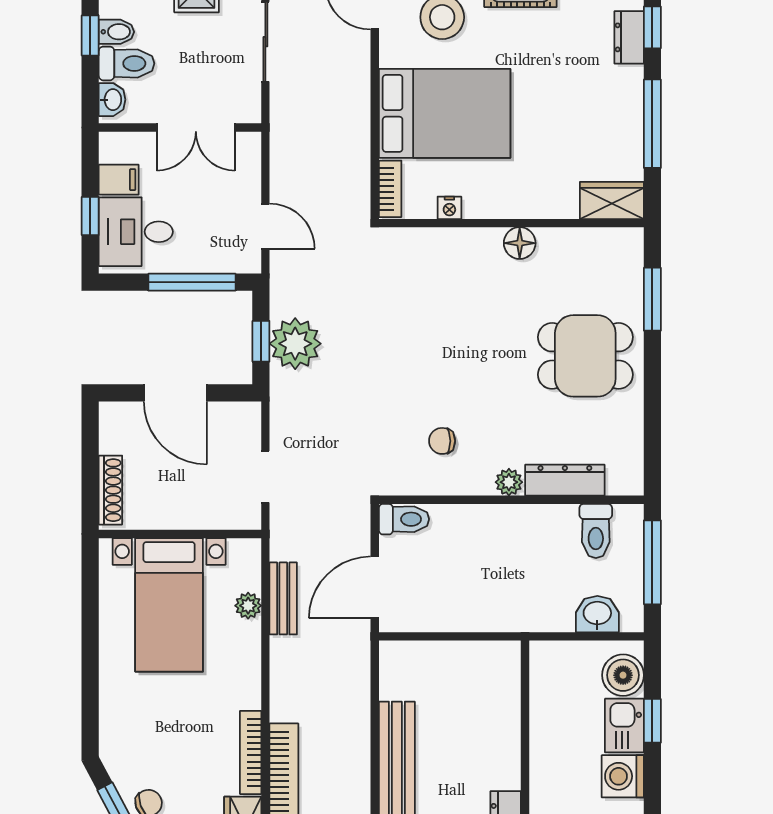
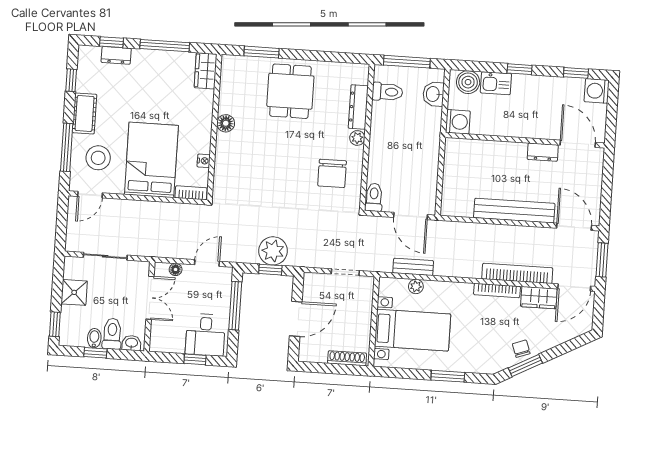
floor lamp: (250, 170) -> (176, 269), added
filing cabinet: (119, 180) -> (176, 342), removed
chair: (442, 441) -> (332, 173), width x1.87, depth x1.87
window: (90, 674) -> (448, 376), added
window: (652, 721) -> (520, 69), moved
washing machine: (623, 776) -> (458, 122), moved, turned -90

